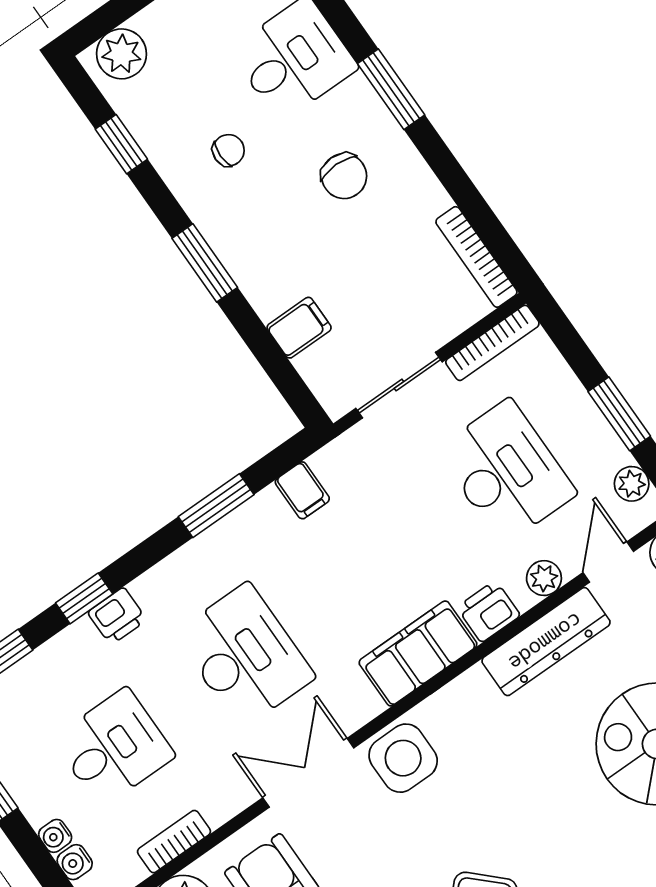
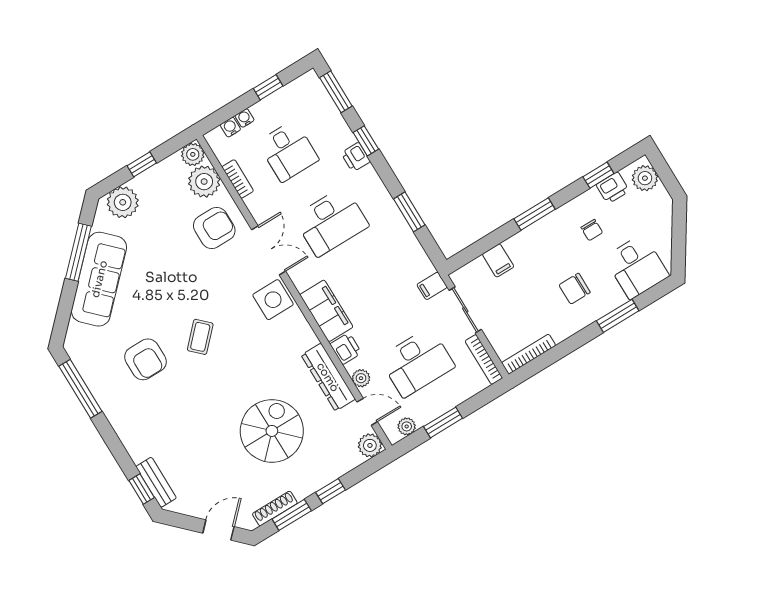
printer: (144, 115) -> (613, 188), added
filing cabinet: (302, 490) -> (432, 286), moved

